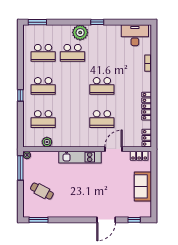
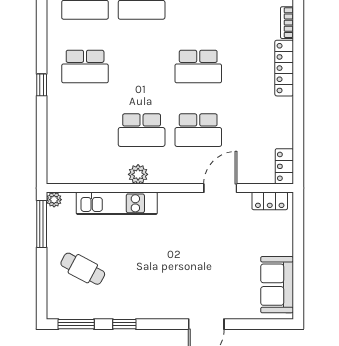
locker: (147, 106) -> (284, 68), moved
school desk: (43, 119) -> (142, 130), moved
plant: (47, 142) -> (138, 174), moved
kitchen unit: (80, 157) -> (117, 203), moved
sofa: (143, 186) -> (277, 285), moved
window: (134, 220) -> (124, 324), moved

